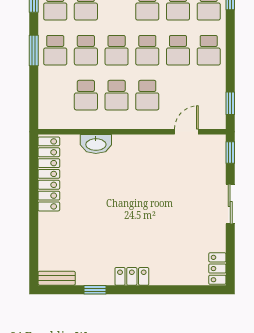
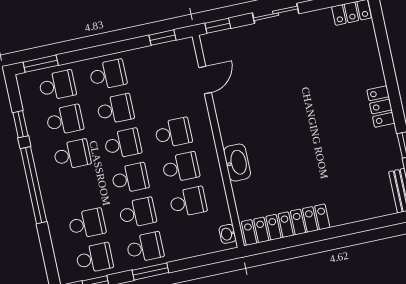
washbasin: (52, 123) -> (227, 234), added
door: (186, 132) -> (205, 80), swing flipped
washbasin: (96, 144) -> (237, 163), moved

